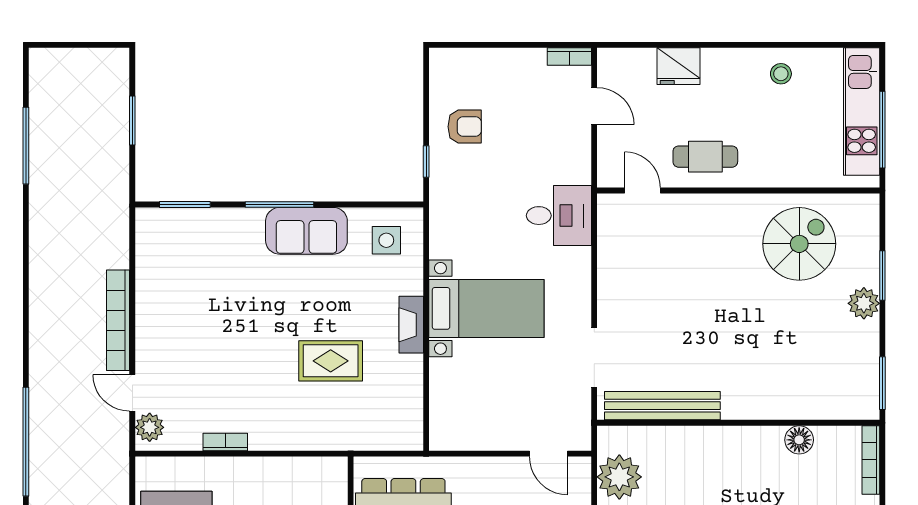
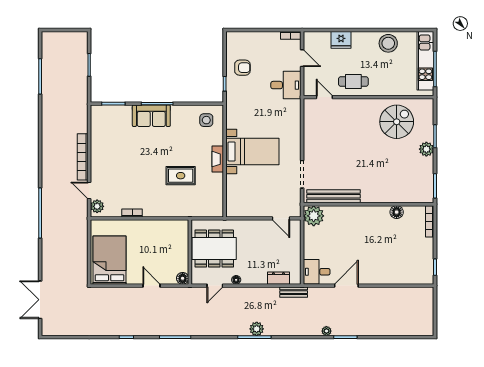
stool: (781, 74) -> (388, 43), width x1.89, depth x1.89
desk: (559, 216) -> (286, 85), moved
sofa: (306, 231) -> (151, 116), moved
plant: (619, 477) -> (314, 216), moved

